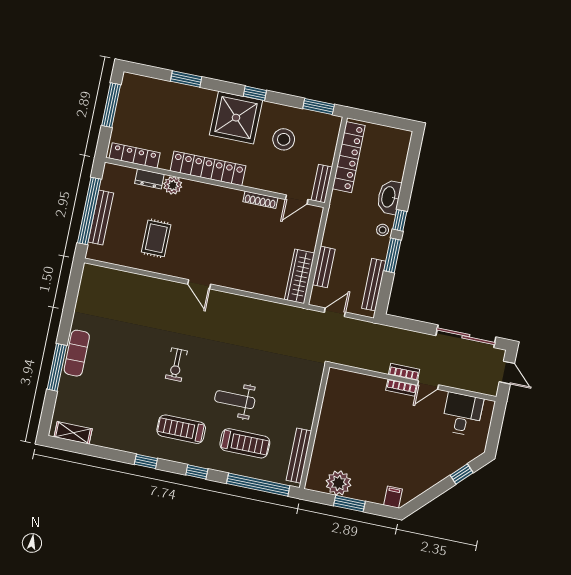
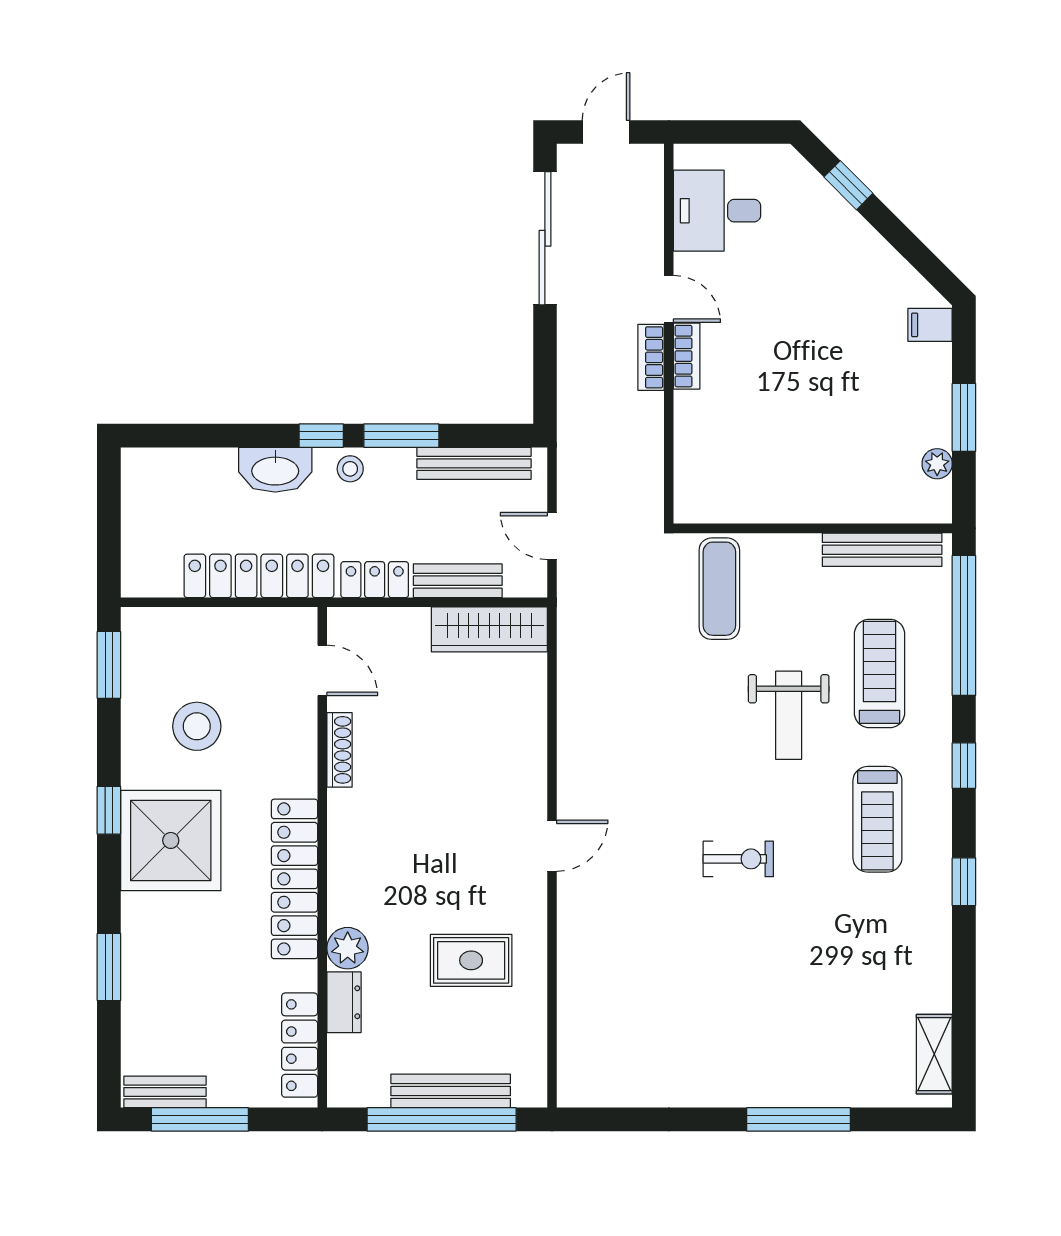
locker: (349, 157) -> (259, 576), moved
bench: (322, 184) -> (165, 1092), moved
locker: (332, 231) -> (375, 580), added
exercise mat: (77, 353) -> (719, 589), moved, turned 90
plant: (339, 483) -> (937, 464), width x0.53, depth x0.53

